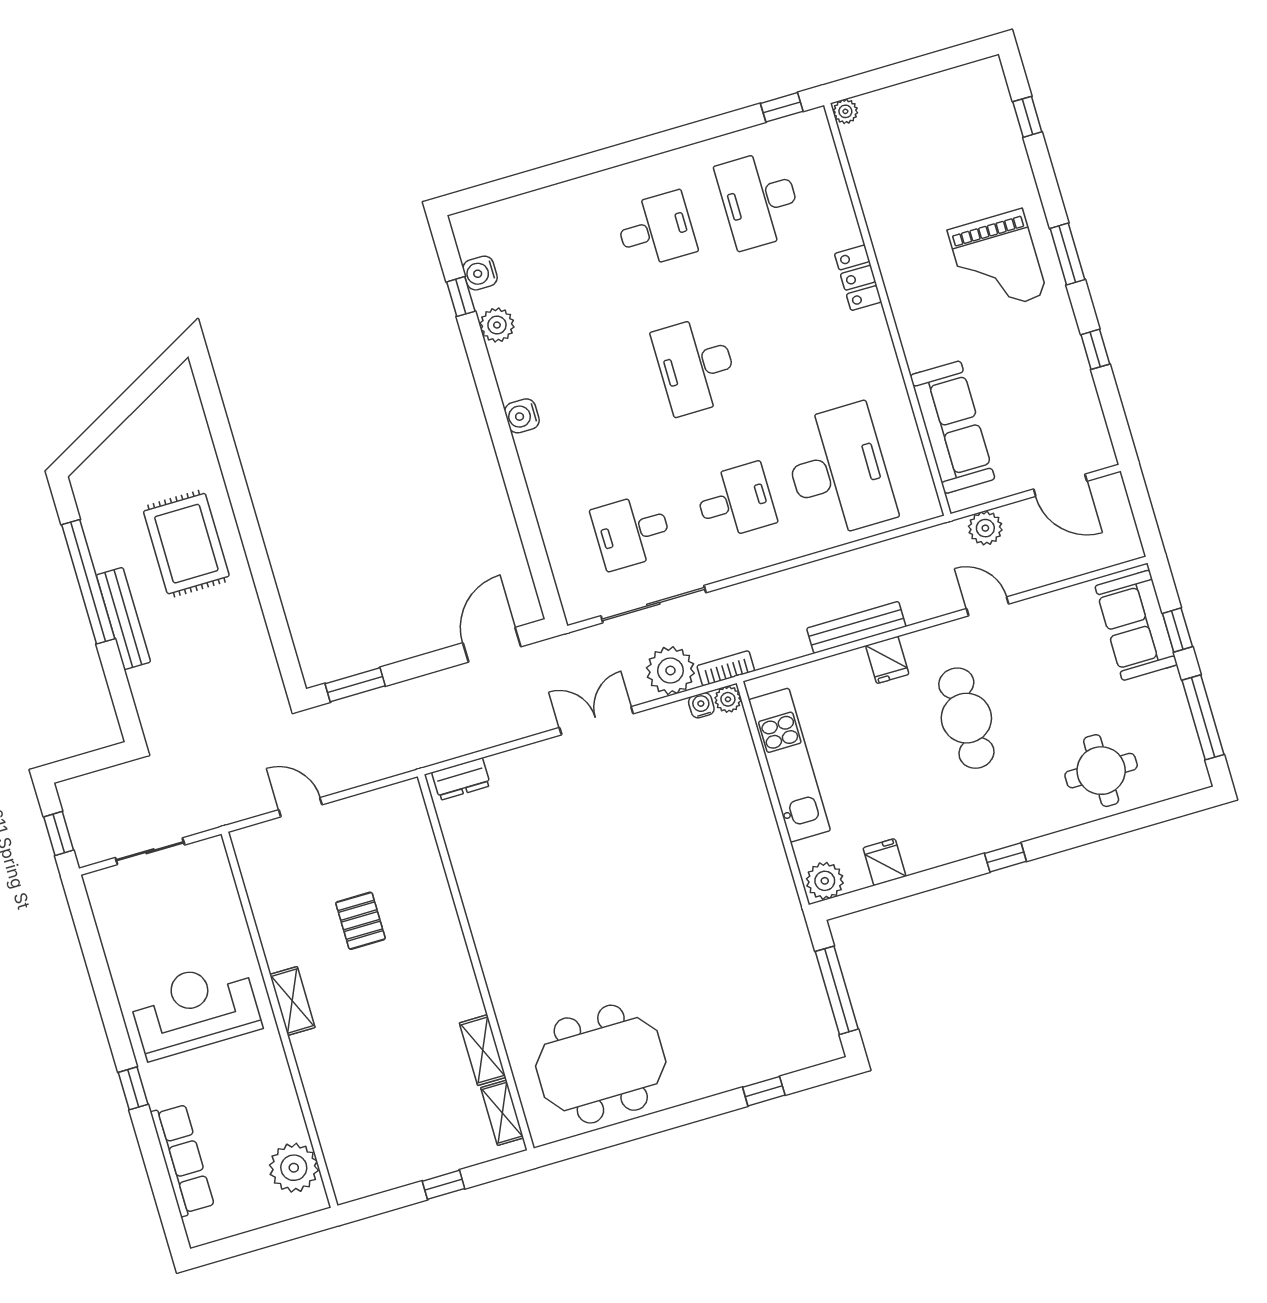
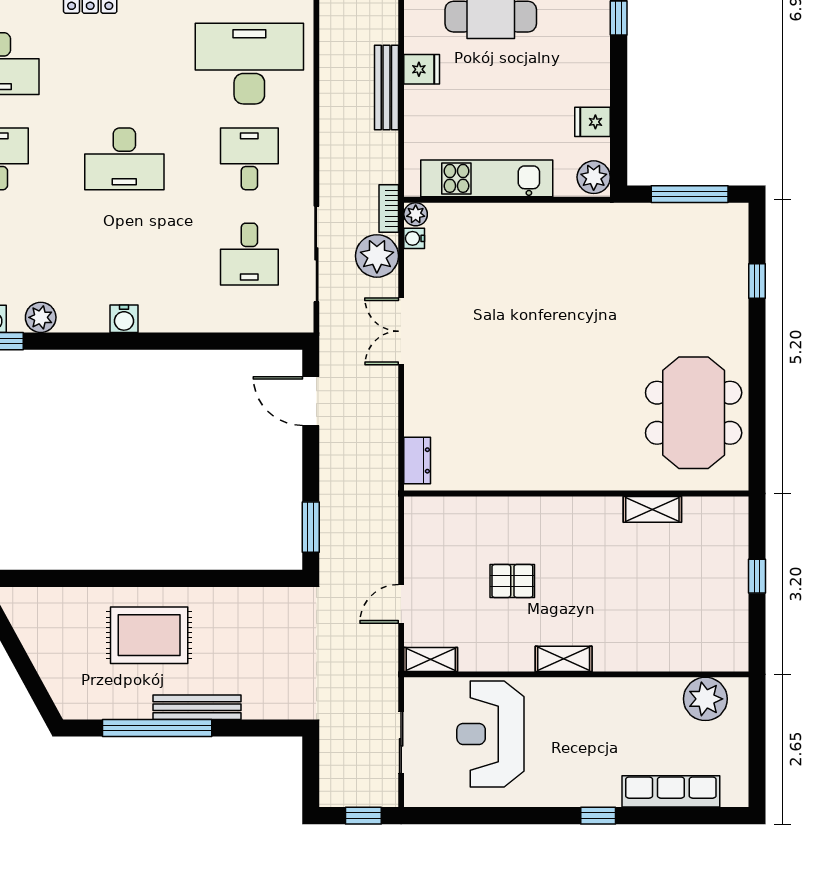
reception desk: (195, 1009) -> (490, 734), moved
shelving: (502, 1113) -> (431, 659), moved

